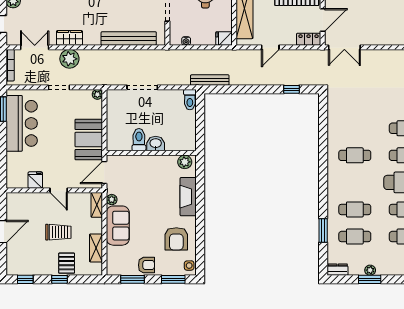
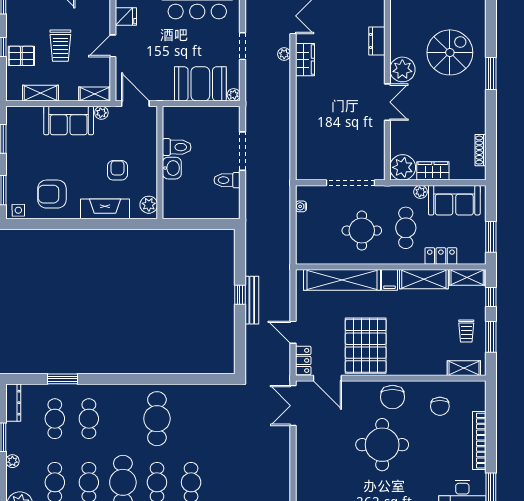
bench: (129, 38) -> (304, 134), removed
fridge: (224, 38) -> (304, 254), removed
door: (270, 47) -> (293, 332), moved
plant: (69, 59) -> (284, 54), width x0.53, depth x0.53
bench: (210, 80) -> (252, 300), moved
window: (291, 89) -> (240, 295), moved
toilet: (190, 100) -> (227, 180), moved
booth: (89, 140) -> (200, 84), moved
cafe table: (355, 155) -> (157, 419), width x1.37, depth x1.35
armchair: (146, 265) -> (117, 170), moved, turned 180
dresser: (338, 270) -> (13, 403), width x1.44
plant: (370, 270) -> (12, 461), moved

